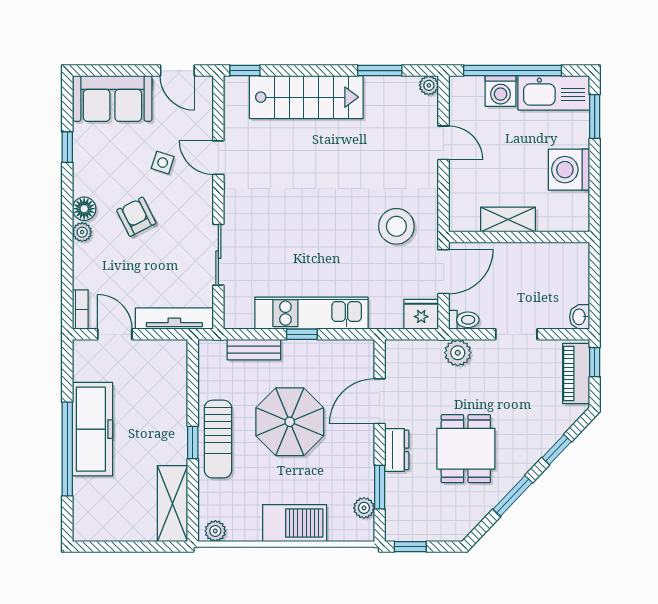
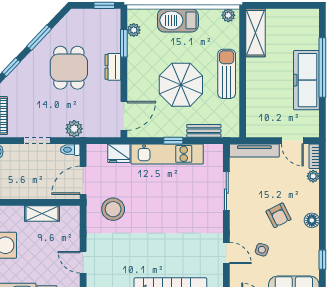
plant: (82, 232) -> (313, 176), moved
fridge: (421, 314) -> (119, 153), moved
door: (380, 401) -> (124, 116), moved
window: (193, 442) -> (243, 72), removed

